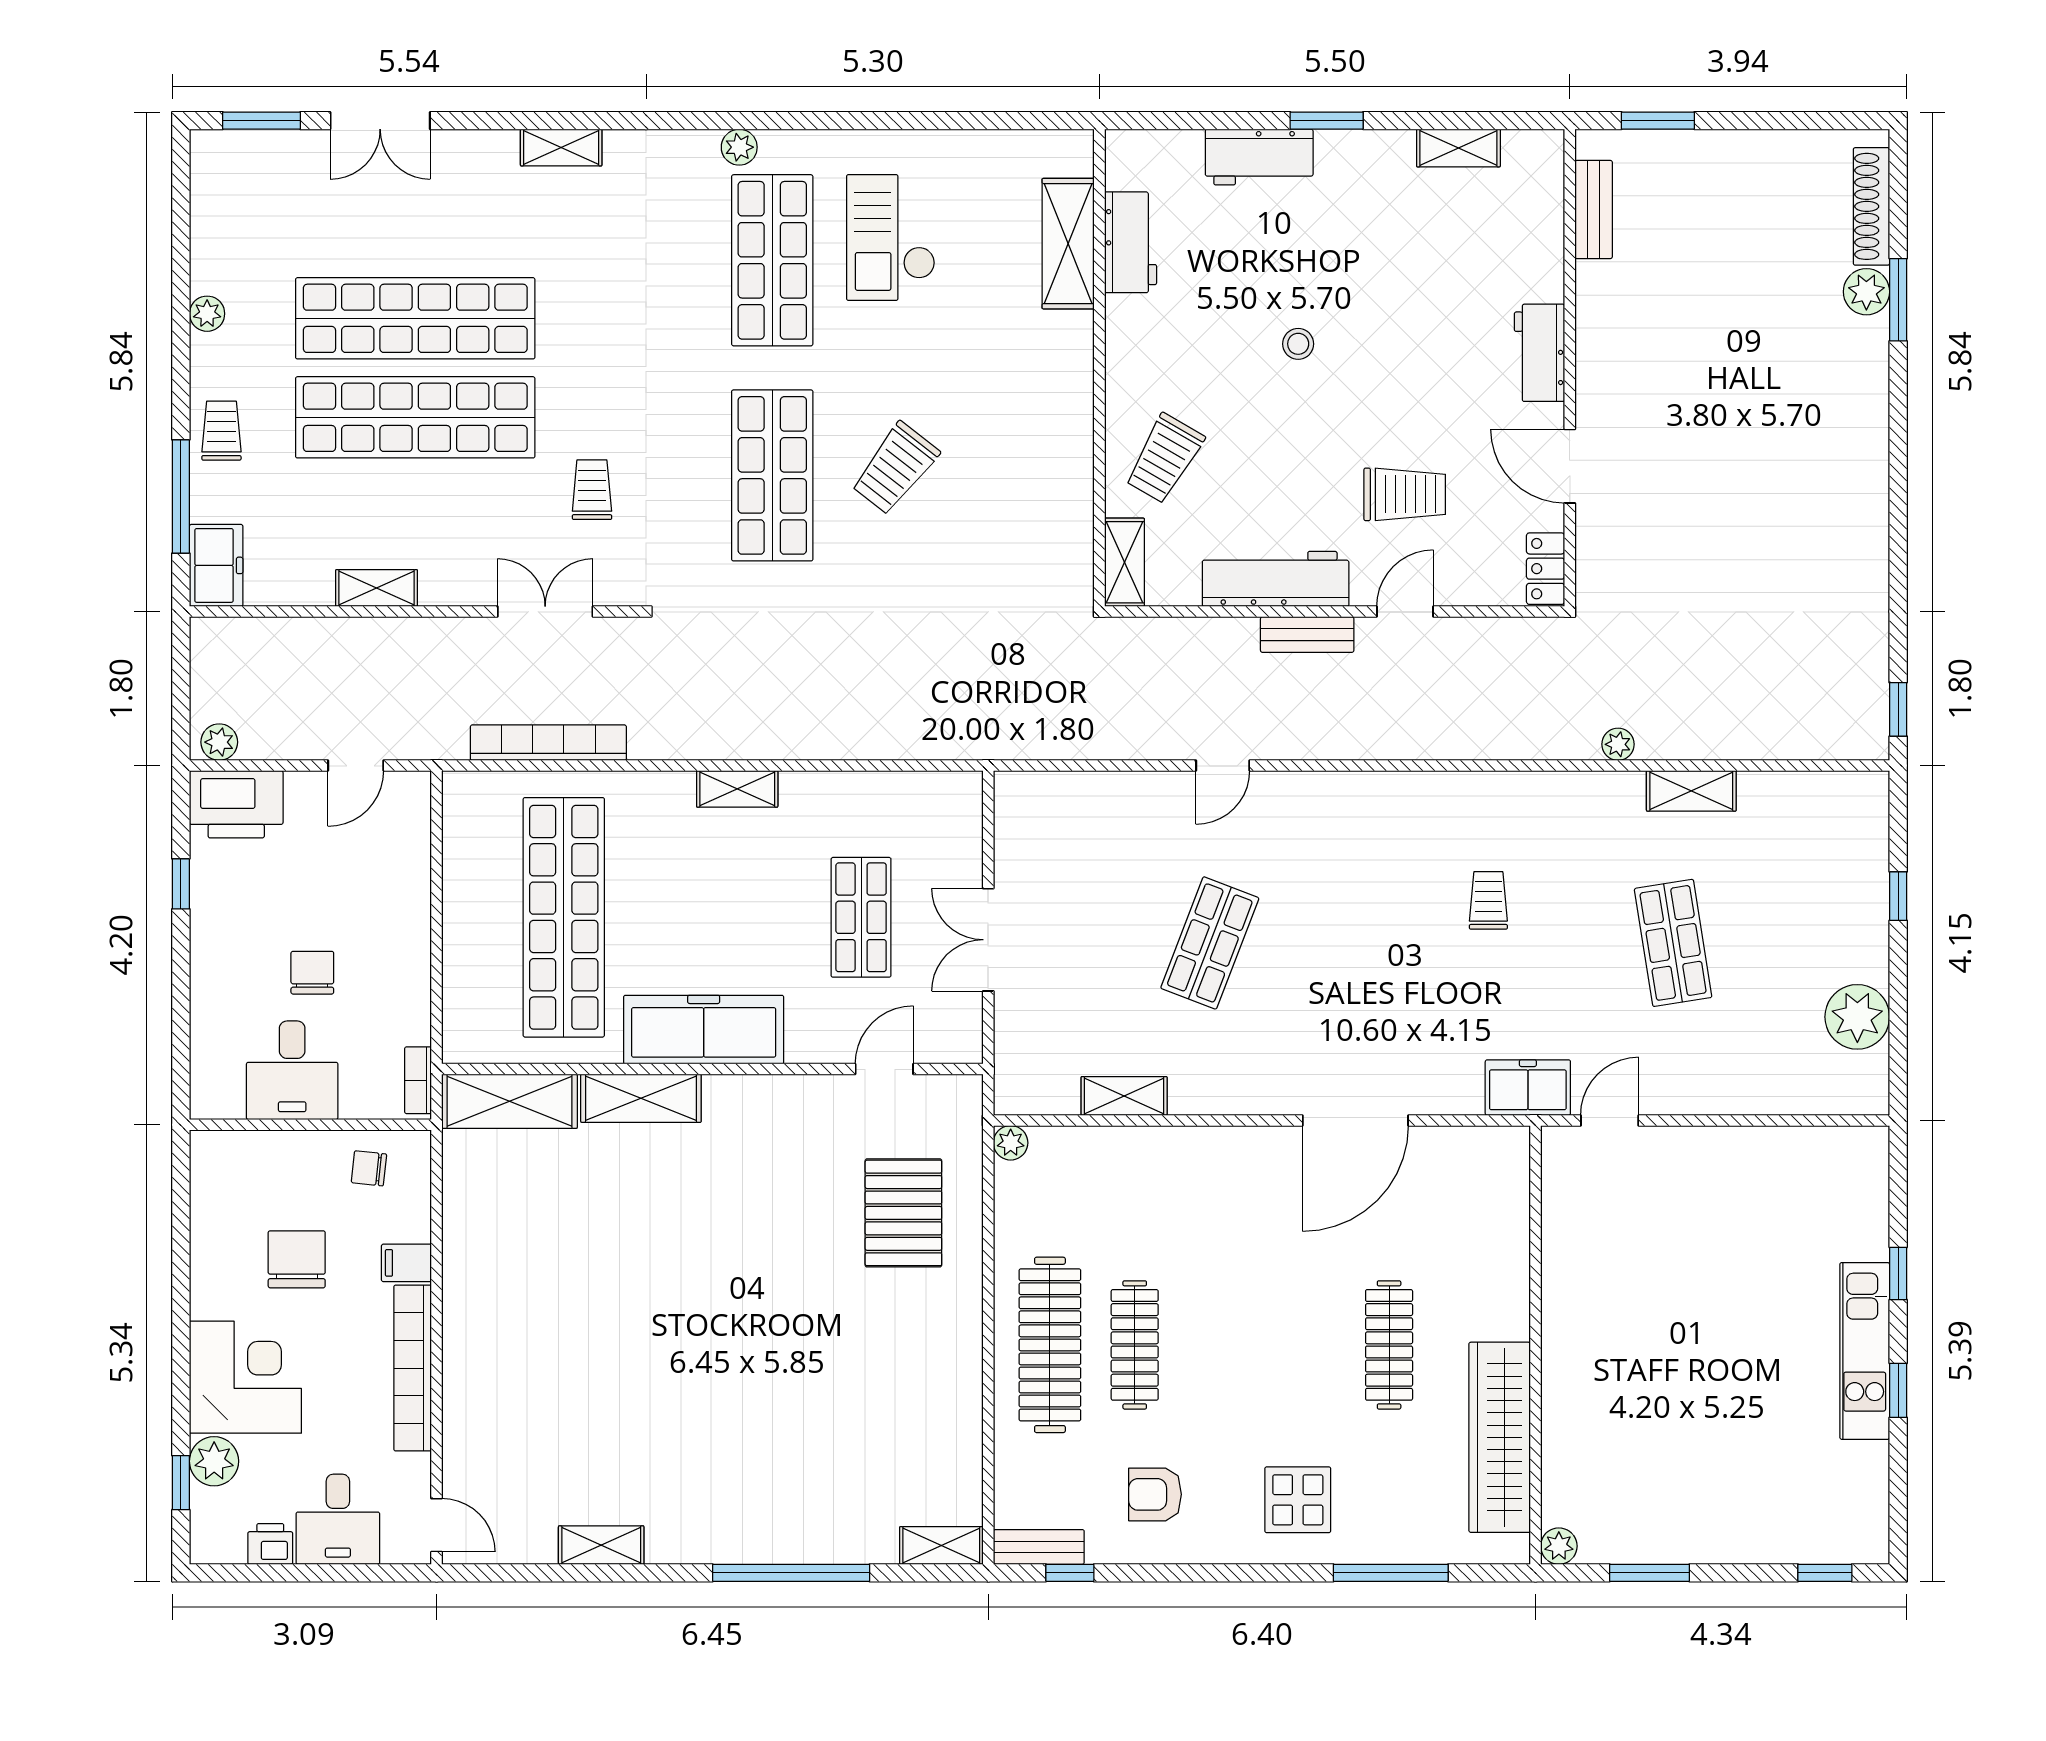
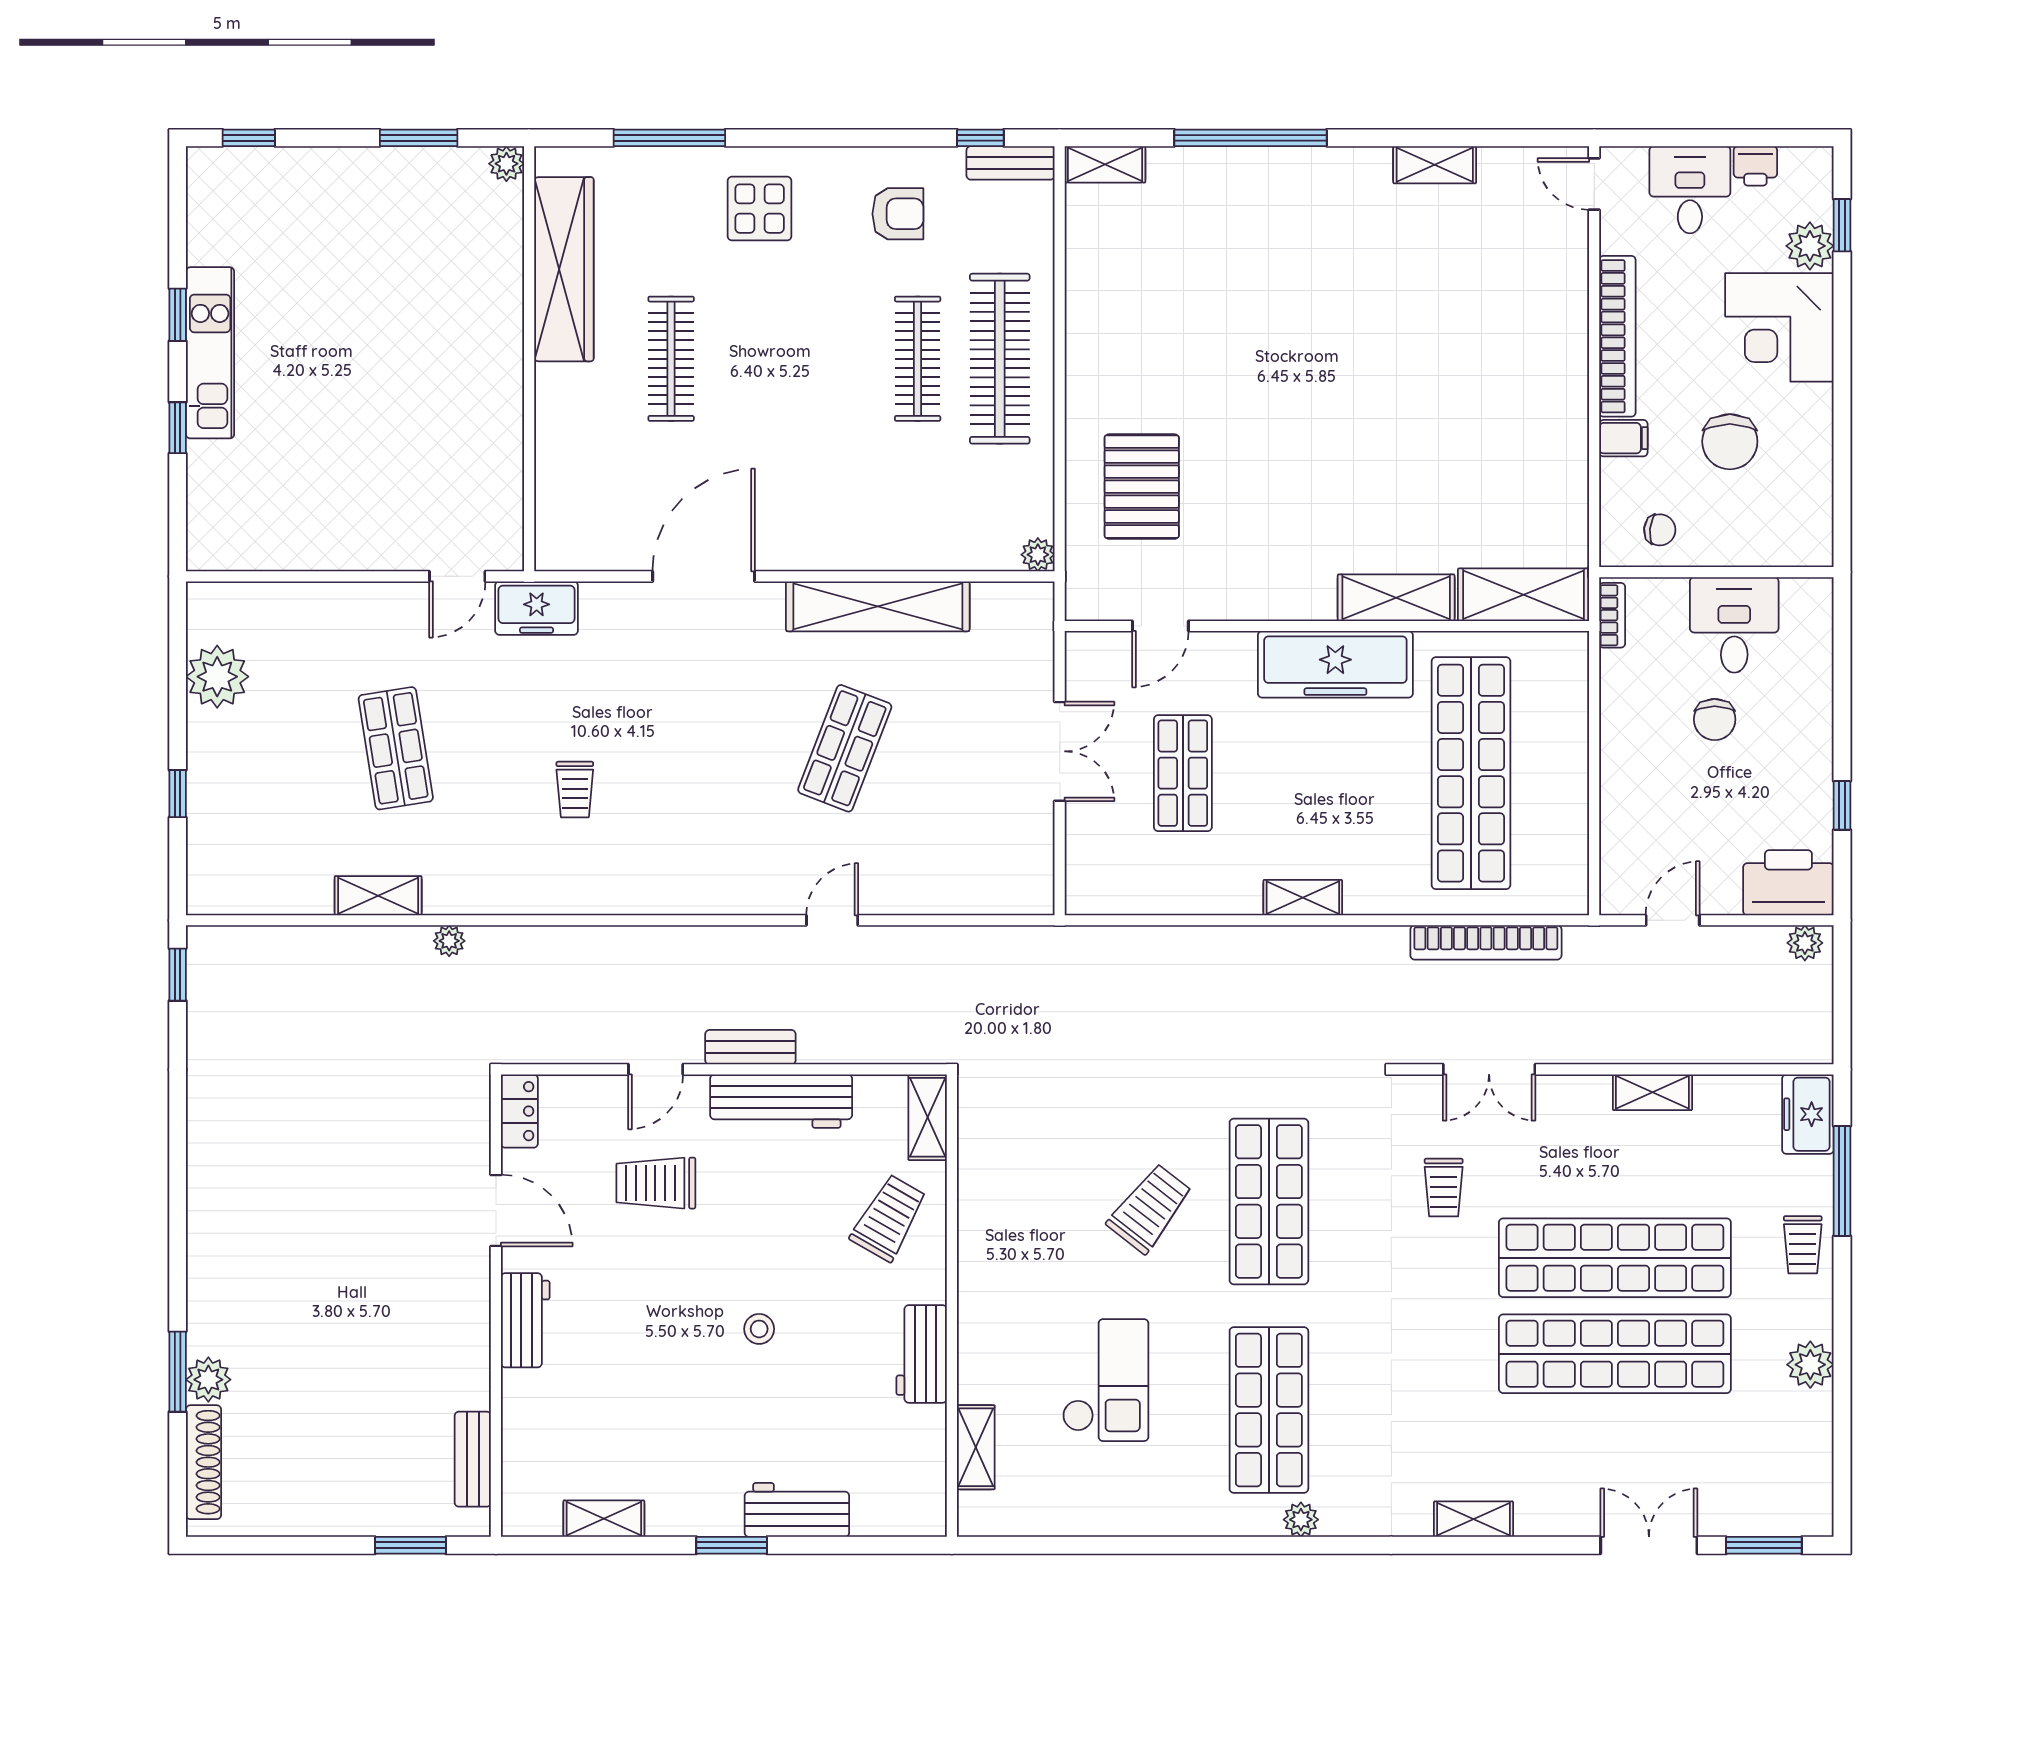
checkout: (891, 237) -> (1106, 1380), moved
workbench: (1131, 242) -> (922, 1354), moved
shelving: (1068, 244) -> (976, 1447), width x0.67, depth x0.75
plant: (207, 314) -> (1810, 1365), width x1.38, depth x1.38
shelving: (1124, 1096) -> (878, 606), width x2.20, depth x1.33

